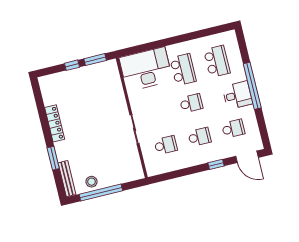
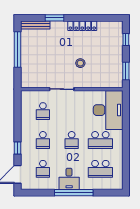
window: (72, 65) -> (126, 40), moved
stool: (91, 182) -> (80, 63), moved

